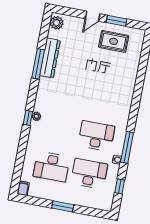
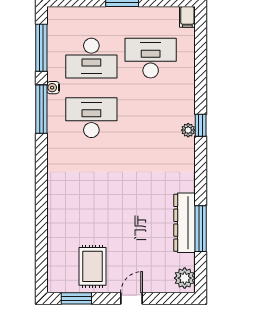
window: (116, 21) -> (76, 298), moved
rug: (114, 41) -> (93, 266), turned 90
window: (38, 64) -> (201, 229), moved
desk: (96, 136) -> (91, 118), turned 180
window: (120, 186) -> (41, 48), width x2.17

